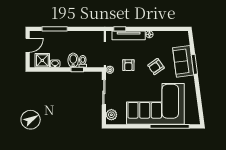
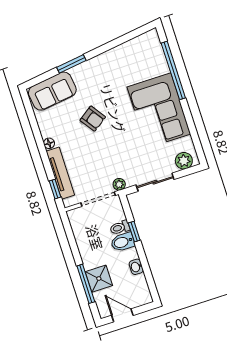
shower: (42, 60) -> (99, 279), moved
sofa: (183, 61) -> (52, 91), moved
armchair: (128, 65) -> (104, 159), removed
corner sofa: (155, 104) -> (159, 111), width x0.73, depth x0.74

